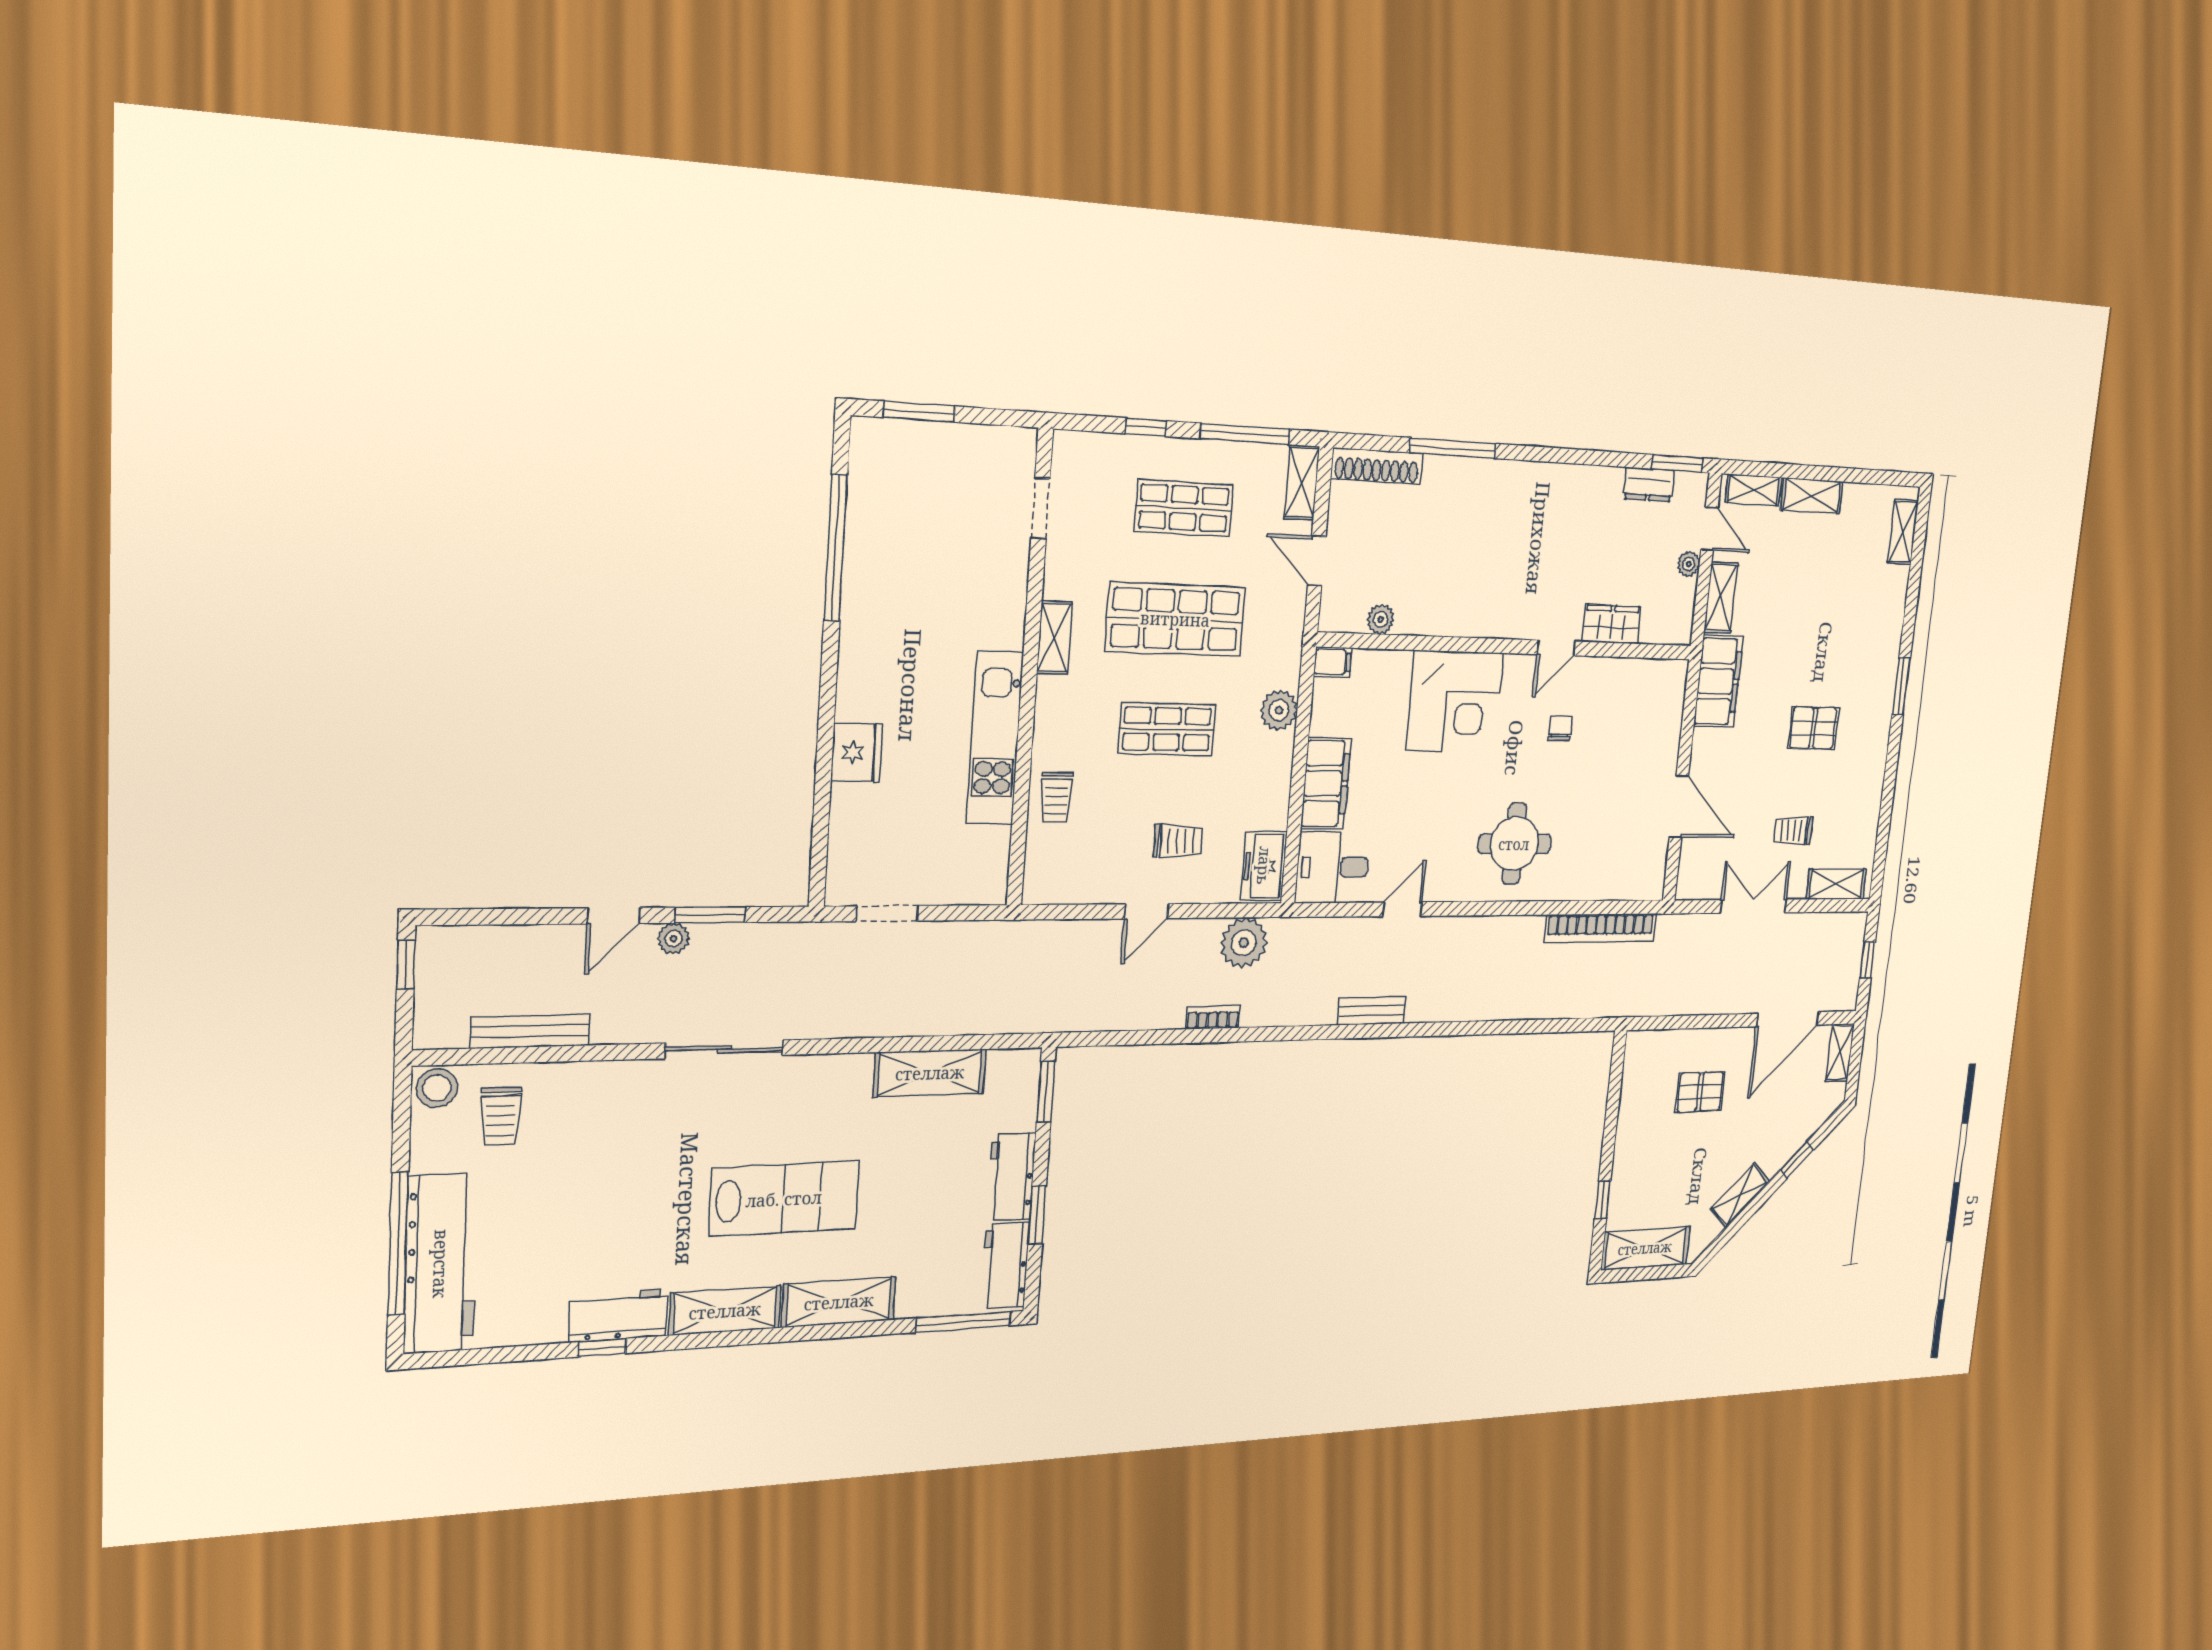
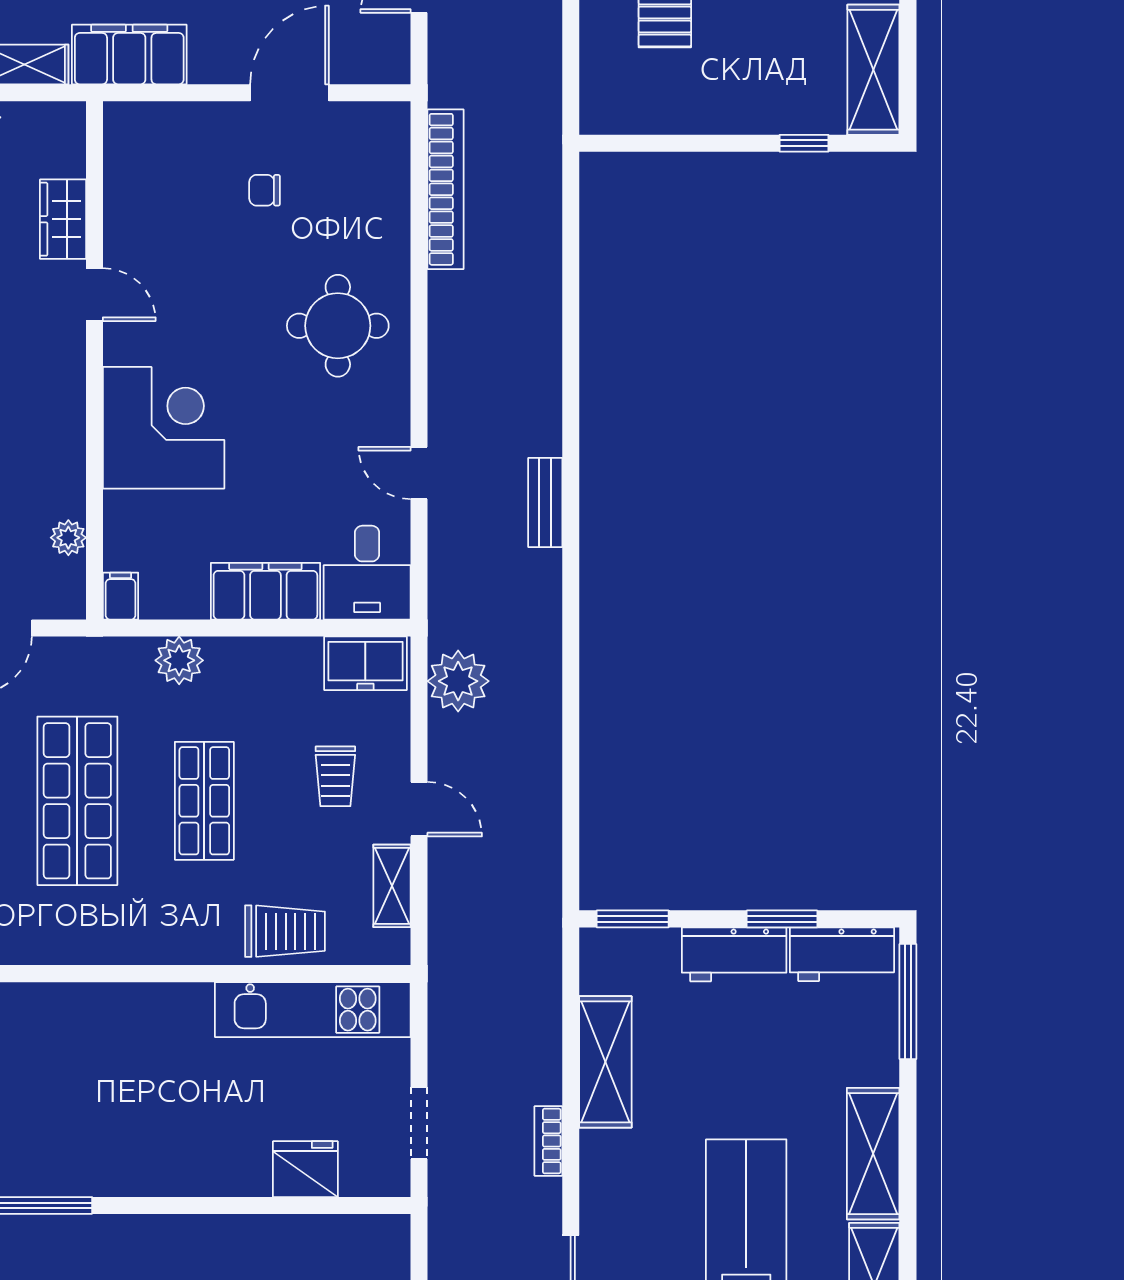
shelving: (1054, 638) -> (392, 886), moved, turned 90
chair: (1560, 728) -> (265, 190), moved
kitchen unit: (995, 738) -> (313, 1010), moved
fridge: (857, 753) -> (305, 1169), moved
trolley: (1056, 797) -> (285, 931), width x1.36, depth x1.39
trolley: (1178, 841) -> (335, 776), turned 180
bookcase: (1213, 1017) -> (548, 1141), moved

